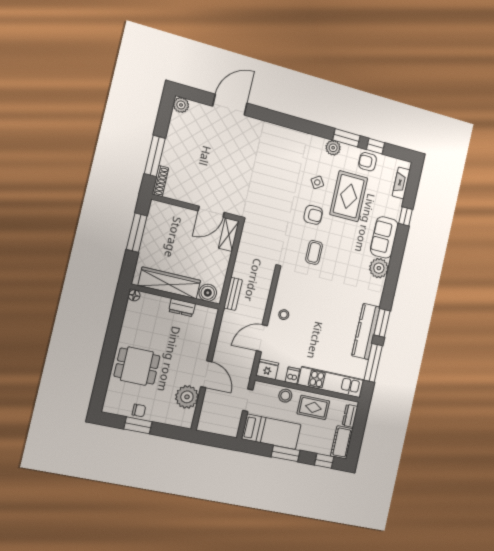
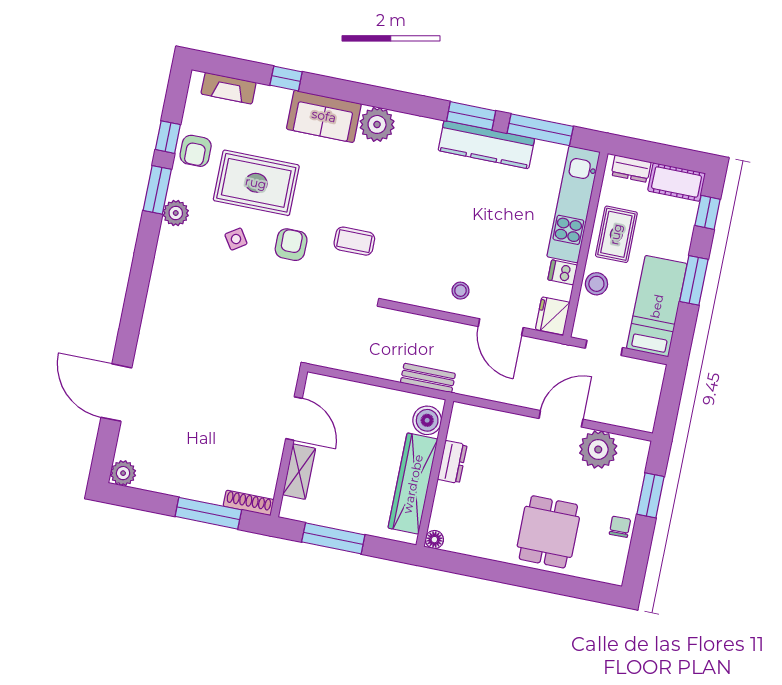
shelving: (229, 235) -> (299, 472), moved, turned 90
window: (138, 425) -> (650, 495), moved

